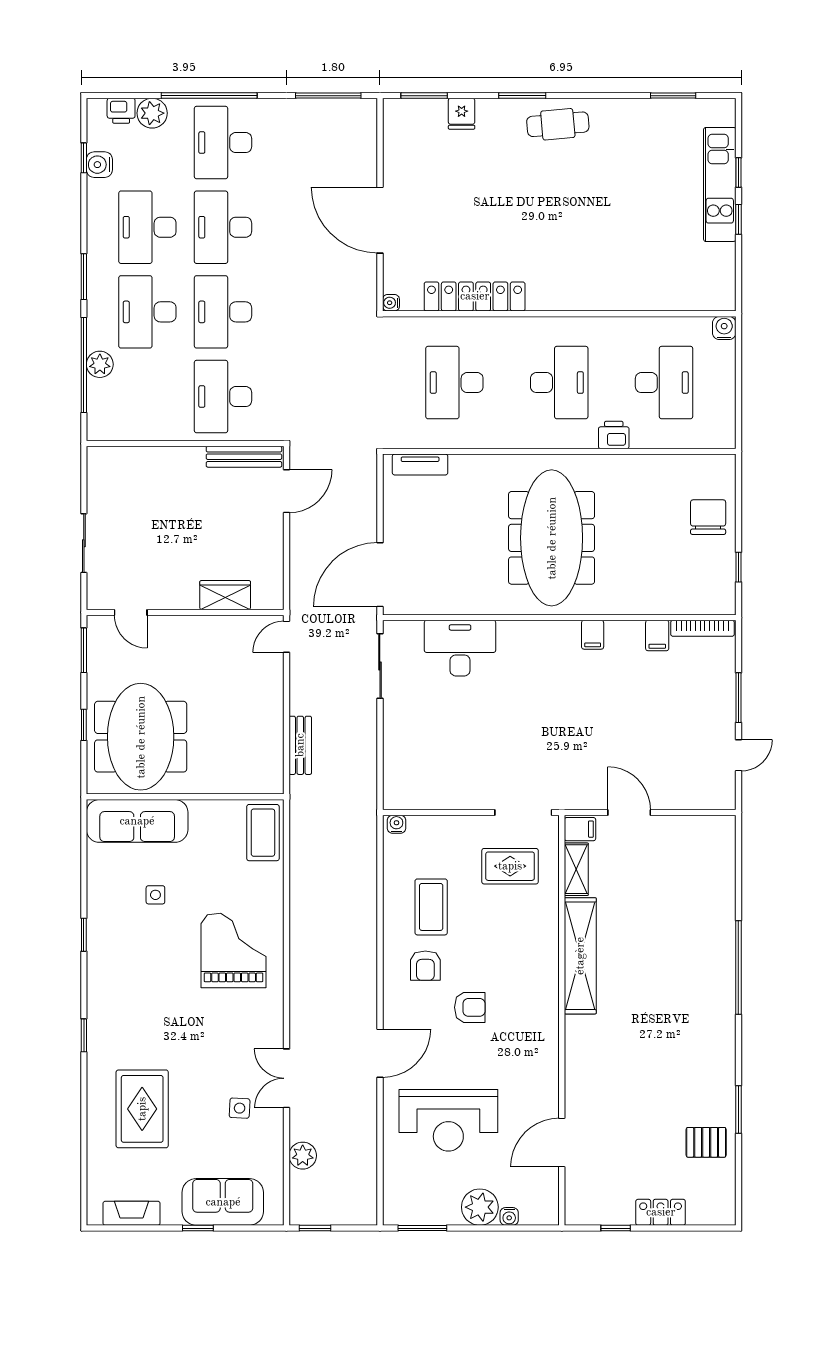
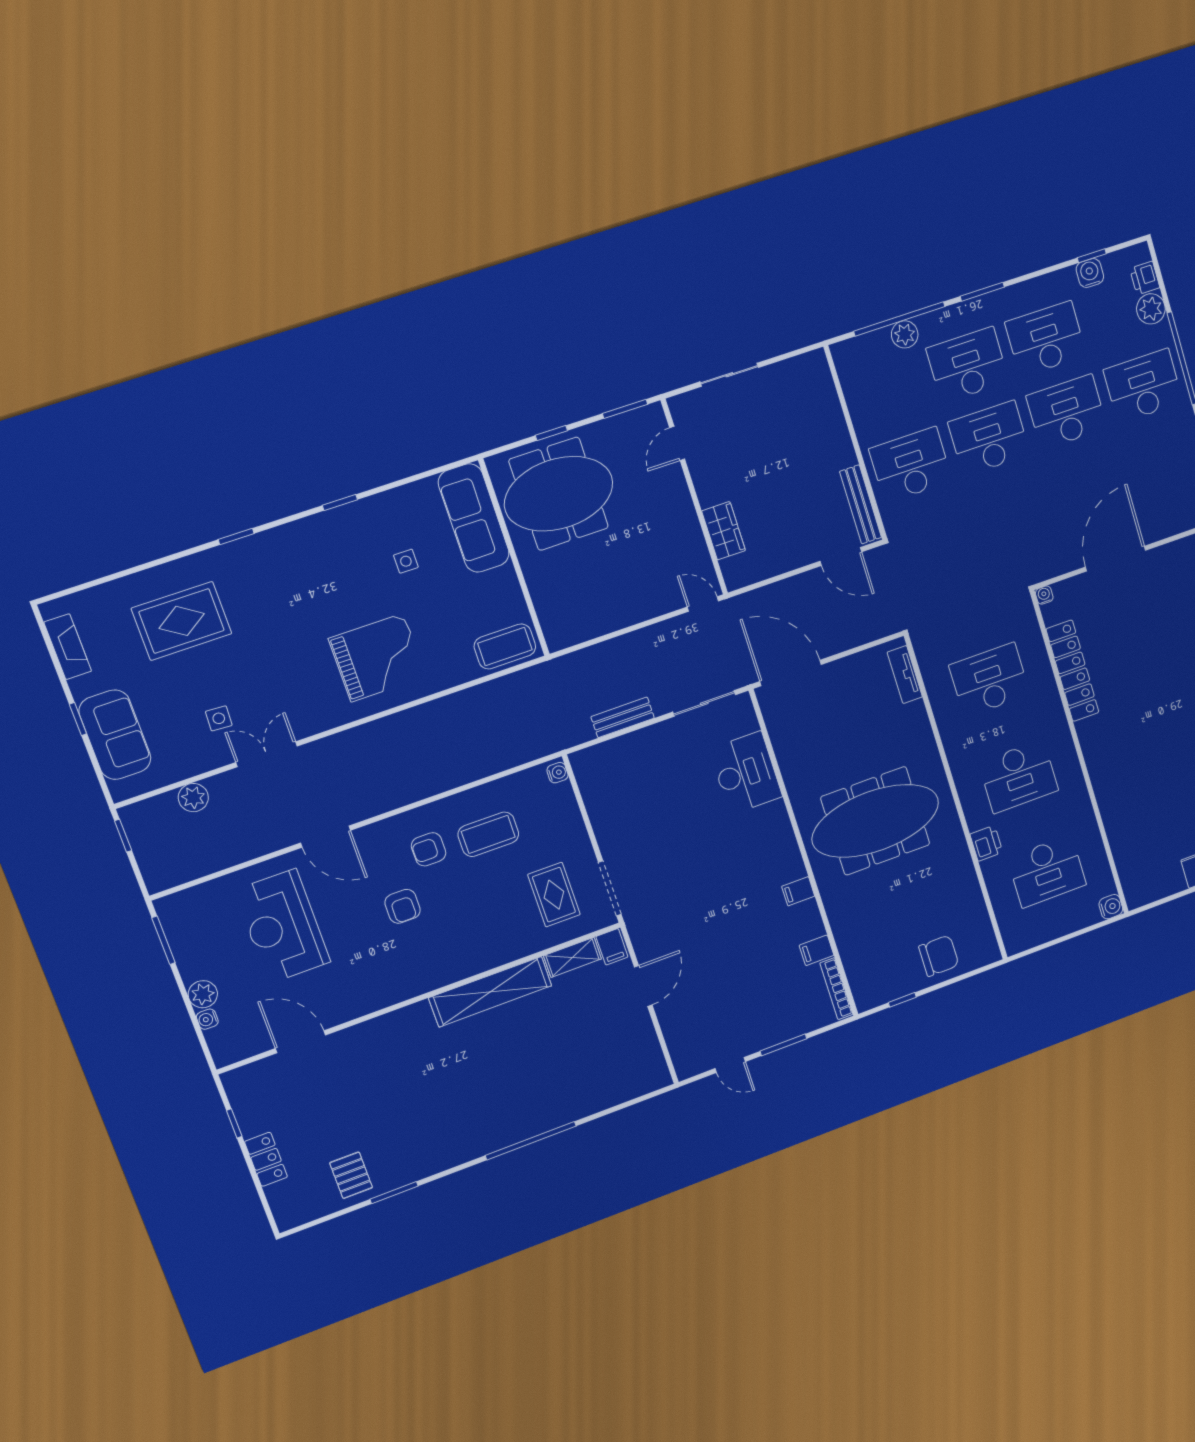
bench: (300, 745) -> (623, 717), moved
plant: (480, 1207) -> (203, 994), width x0.73, depth x0.73

